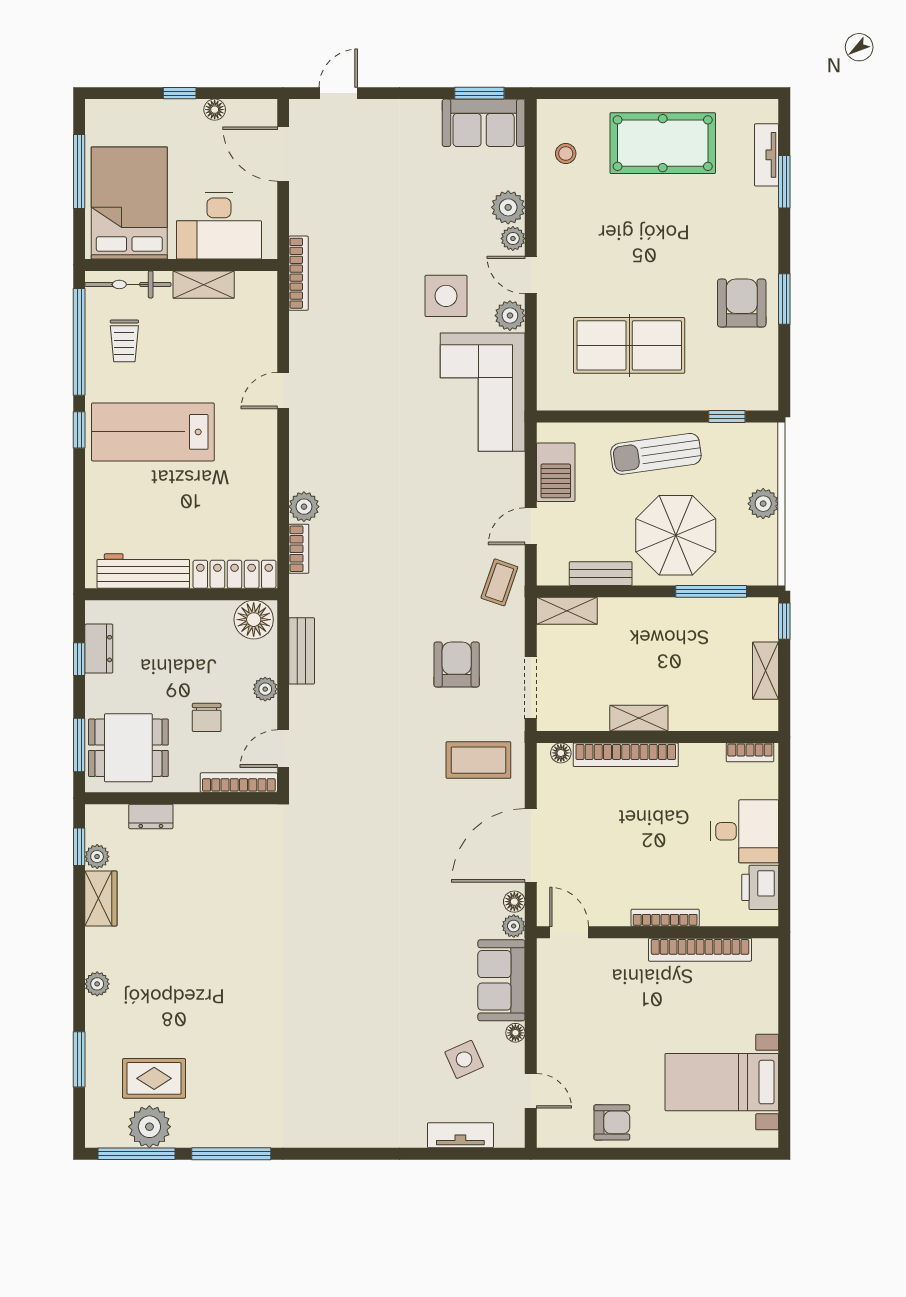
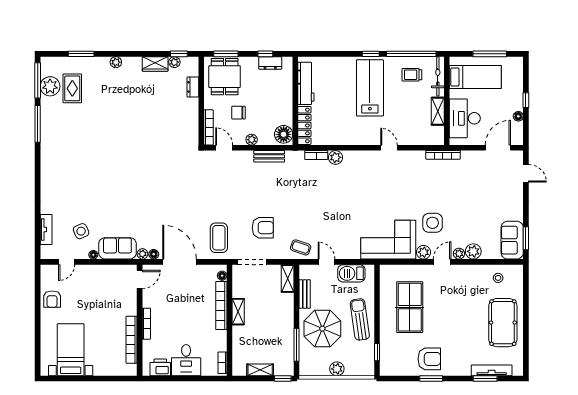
tv unit: (767, 155) -> (492, 370), width x1.41
bed: (129, 203) -> (475, 77), width x0.67

